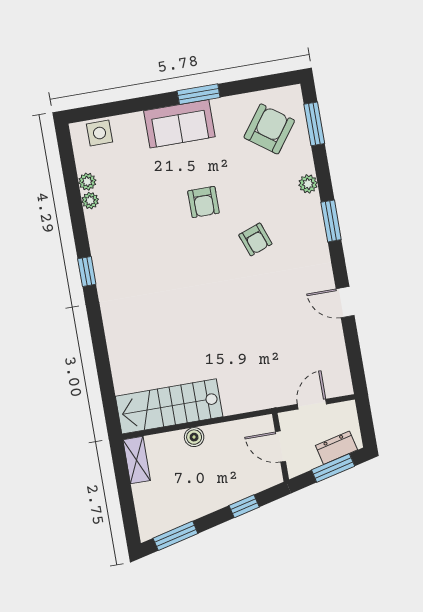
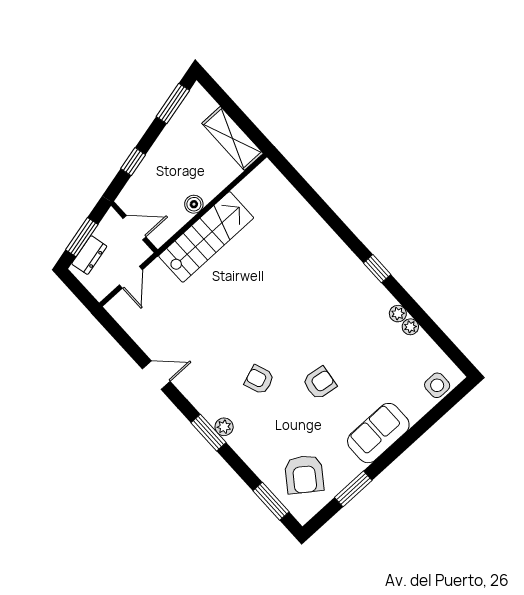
window: (199, 94) -> (353, 489), moved
plant: (87, 182) -> (398, 314), moved
plant: (308, 184) -> (224, 427), moved
armchair: (204, 202) -> (319, 383), turned 98
stairs: (169, 406) -> (206, 237), moved
boiler: (194, 437) -> (194, 204), moved
shelving: (137, 460) -> (232, 138), width x1.50, depth x1.33

